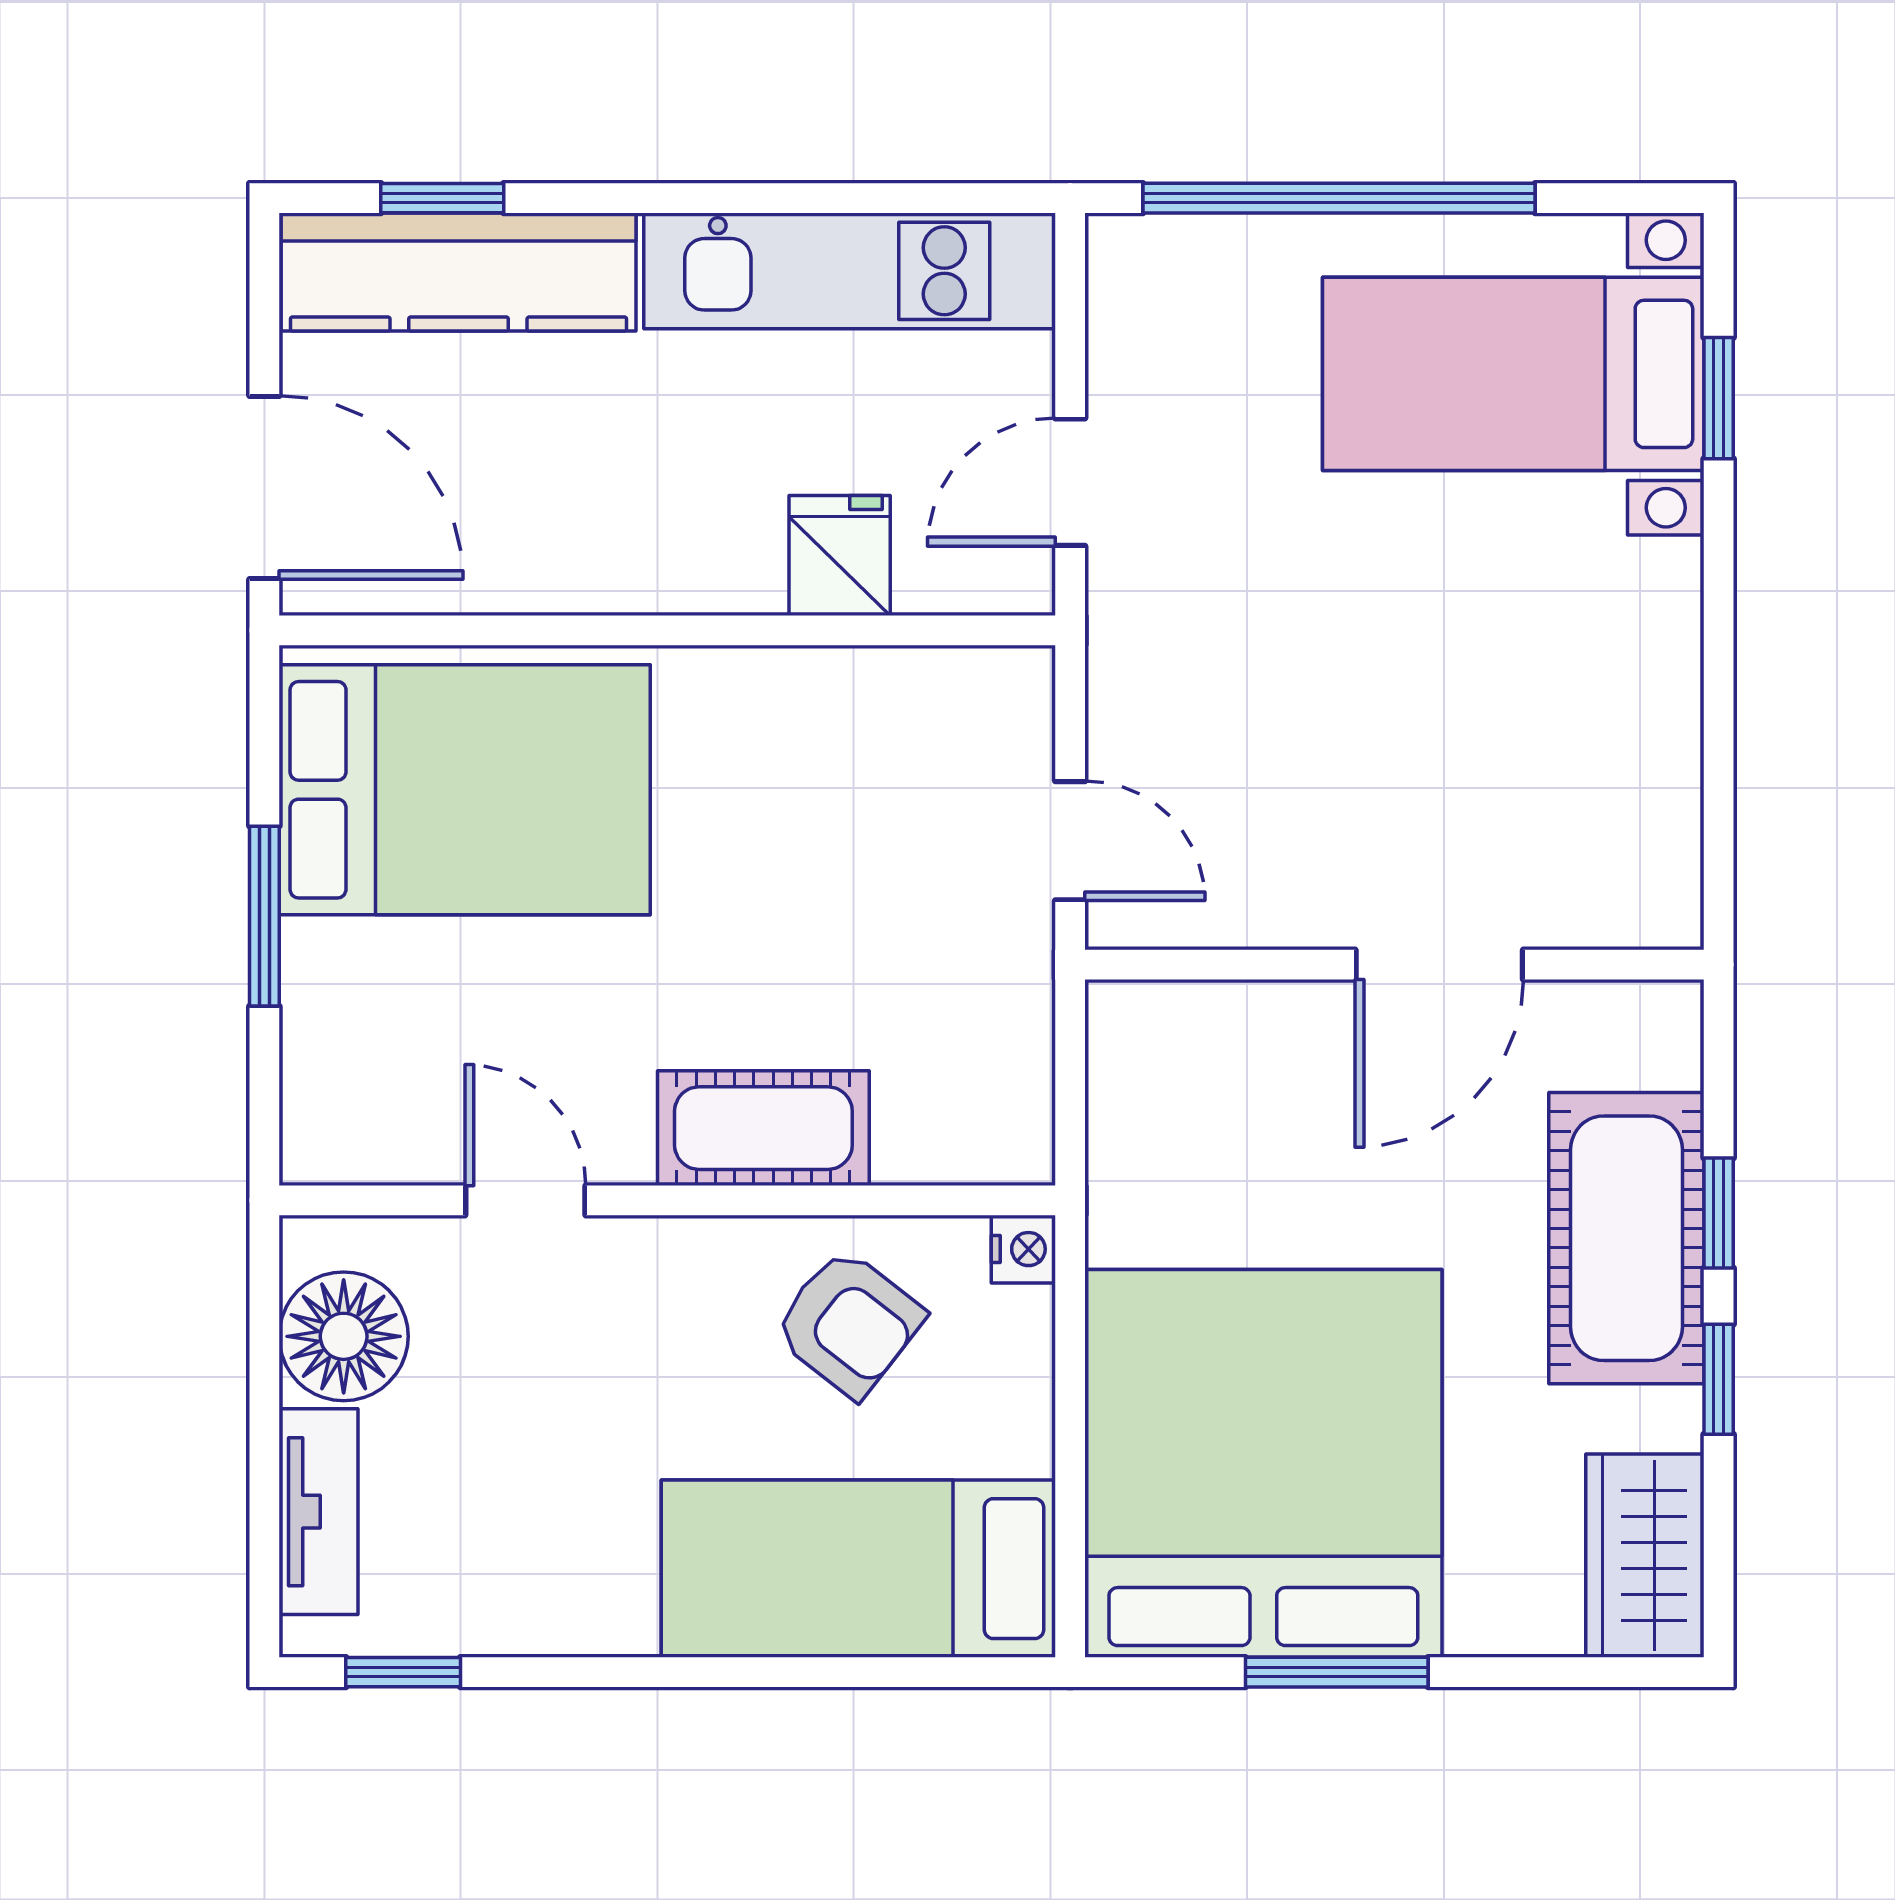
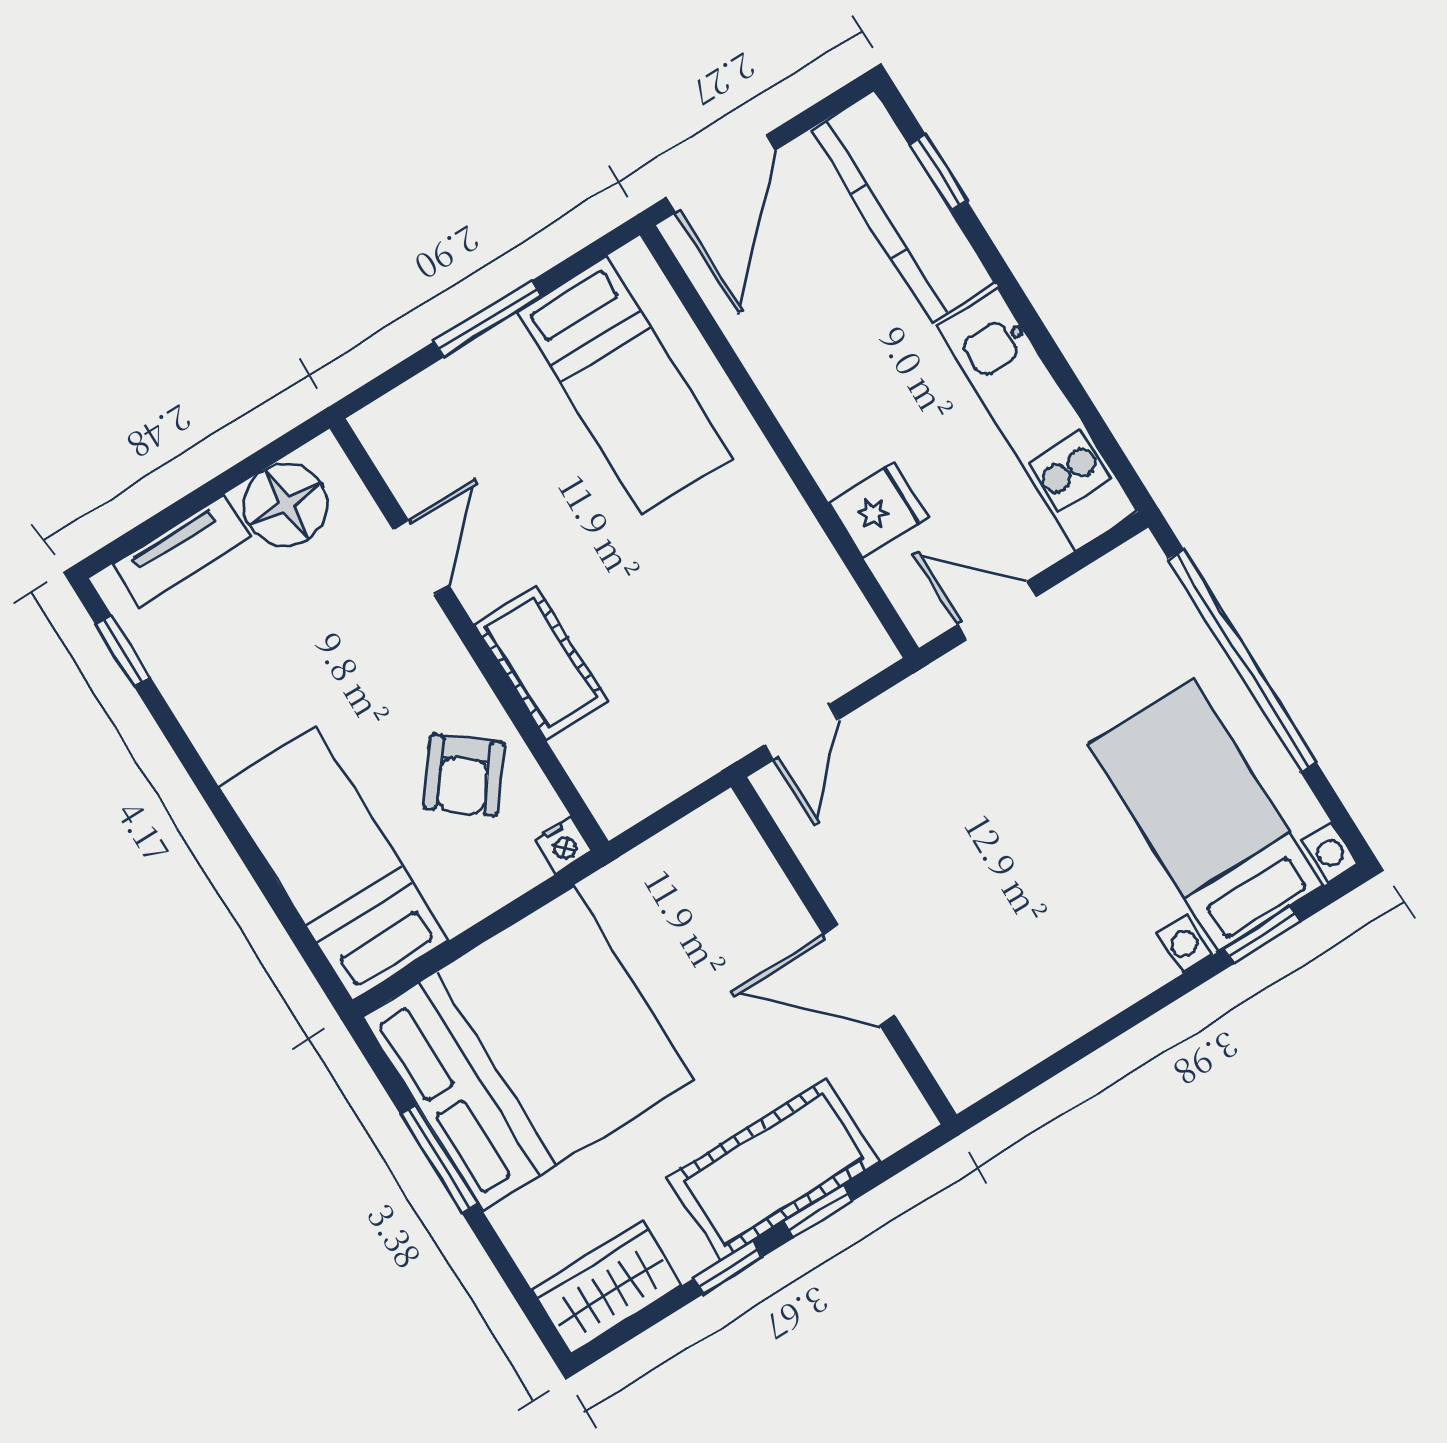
bed: (465, 790) -> (624, 385), width x0.67

